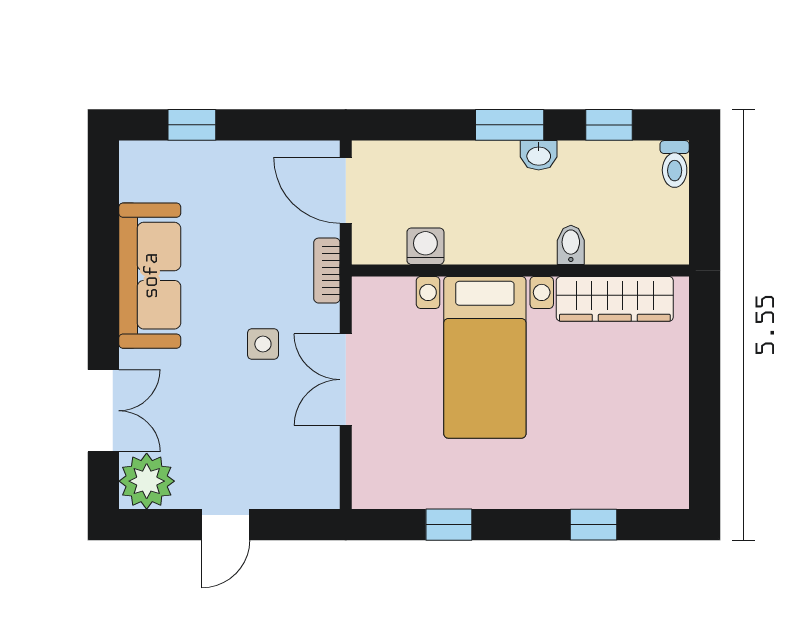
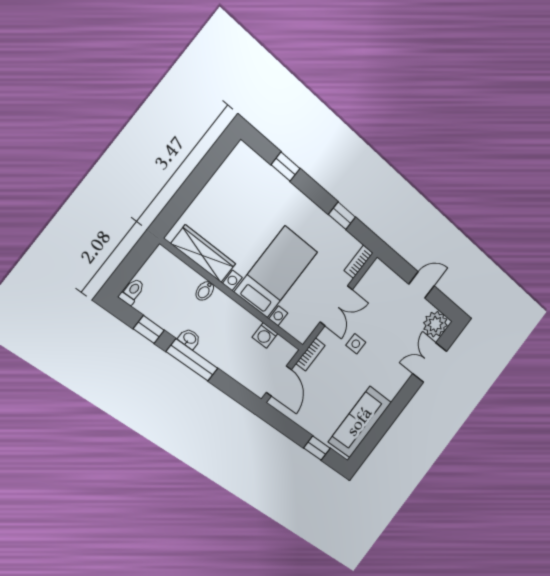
window: (510, 125) -> (192, 360), width x1.44
sofa: (150, 276) -> (360, 422), moved
bookcase: (365, 476) -> (359, 262), added

